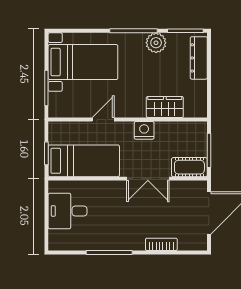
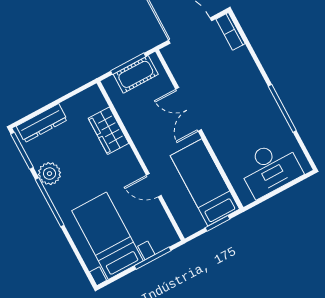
nightstand: (144, 130) -> (143, 139), removed
cot: (189, 167) -> (136, 74), moved, turned 90
double door: (148, 179) -> (189, 109), swing flipped
desk: (68, 211) -> (270, 168), width x1.37
bookcase: (161, 244) -> (231, 31), moved

